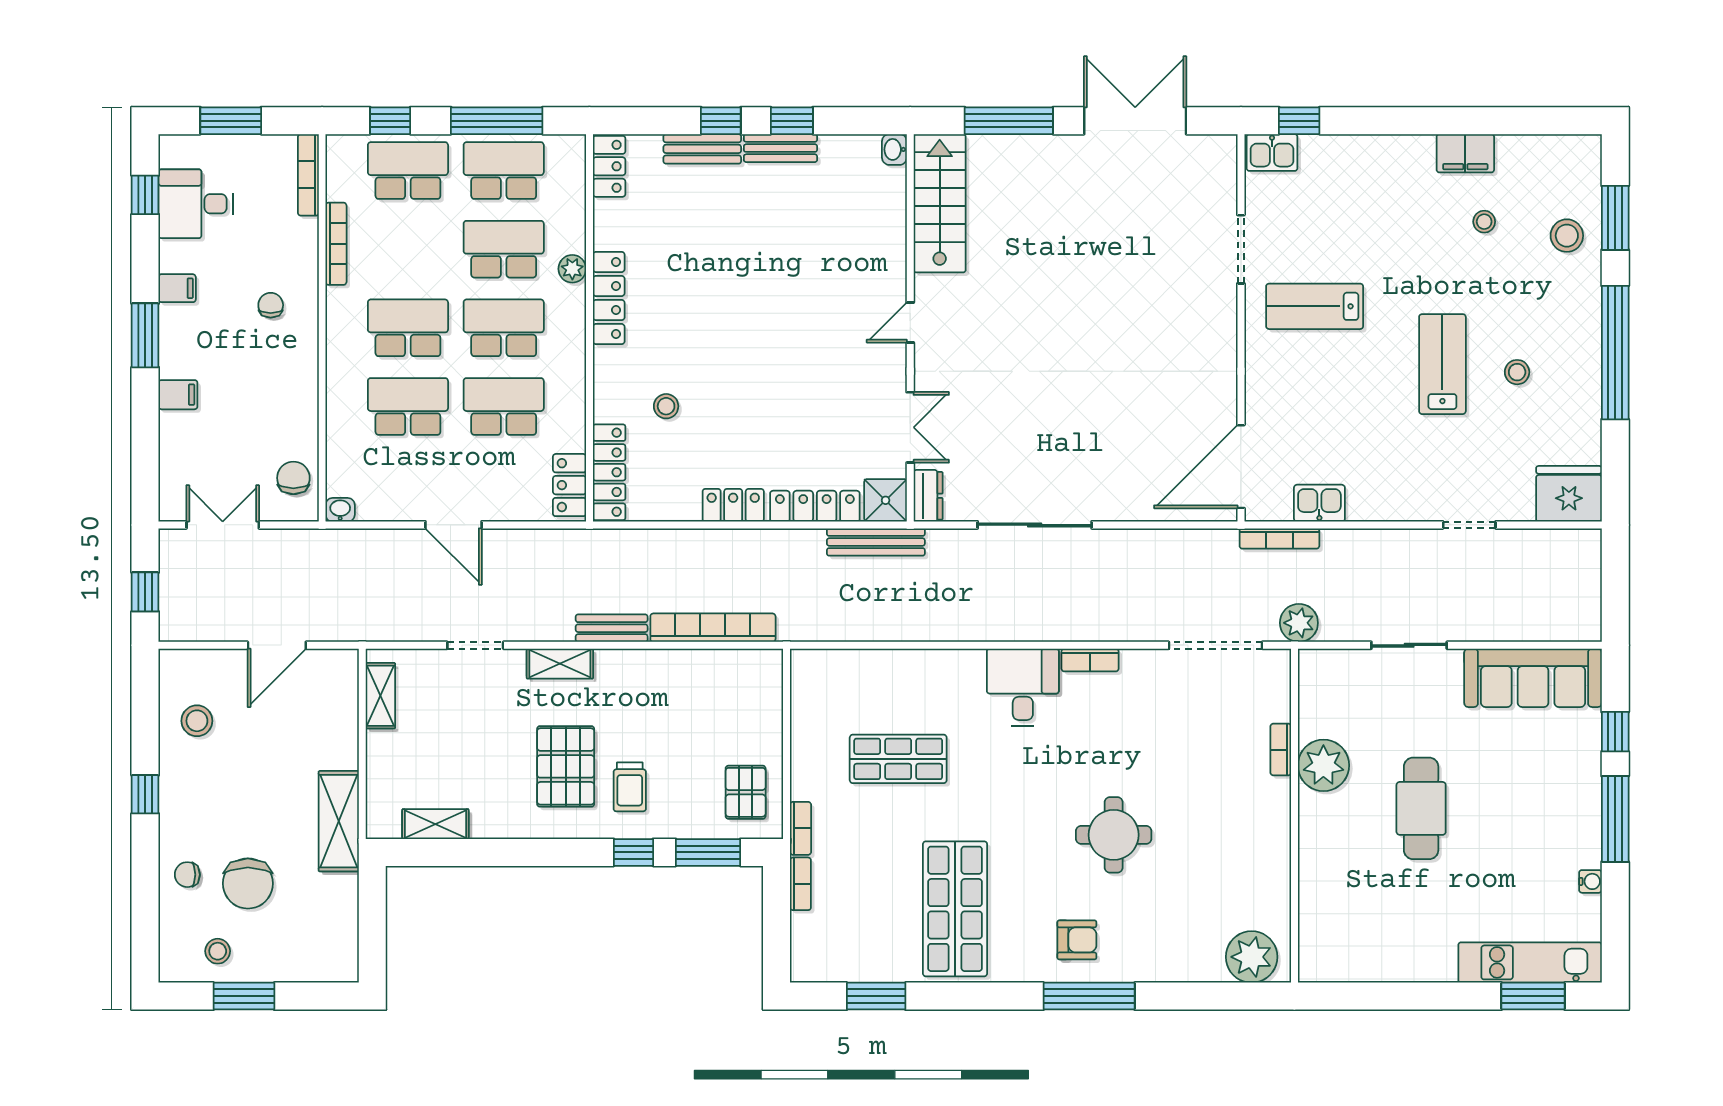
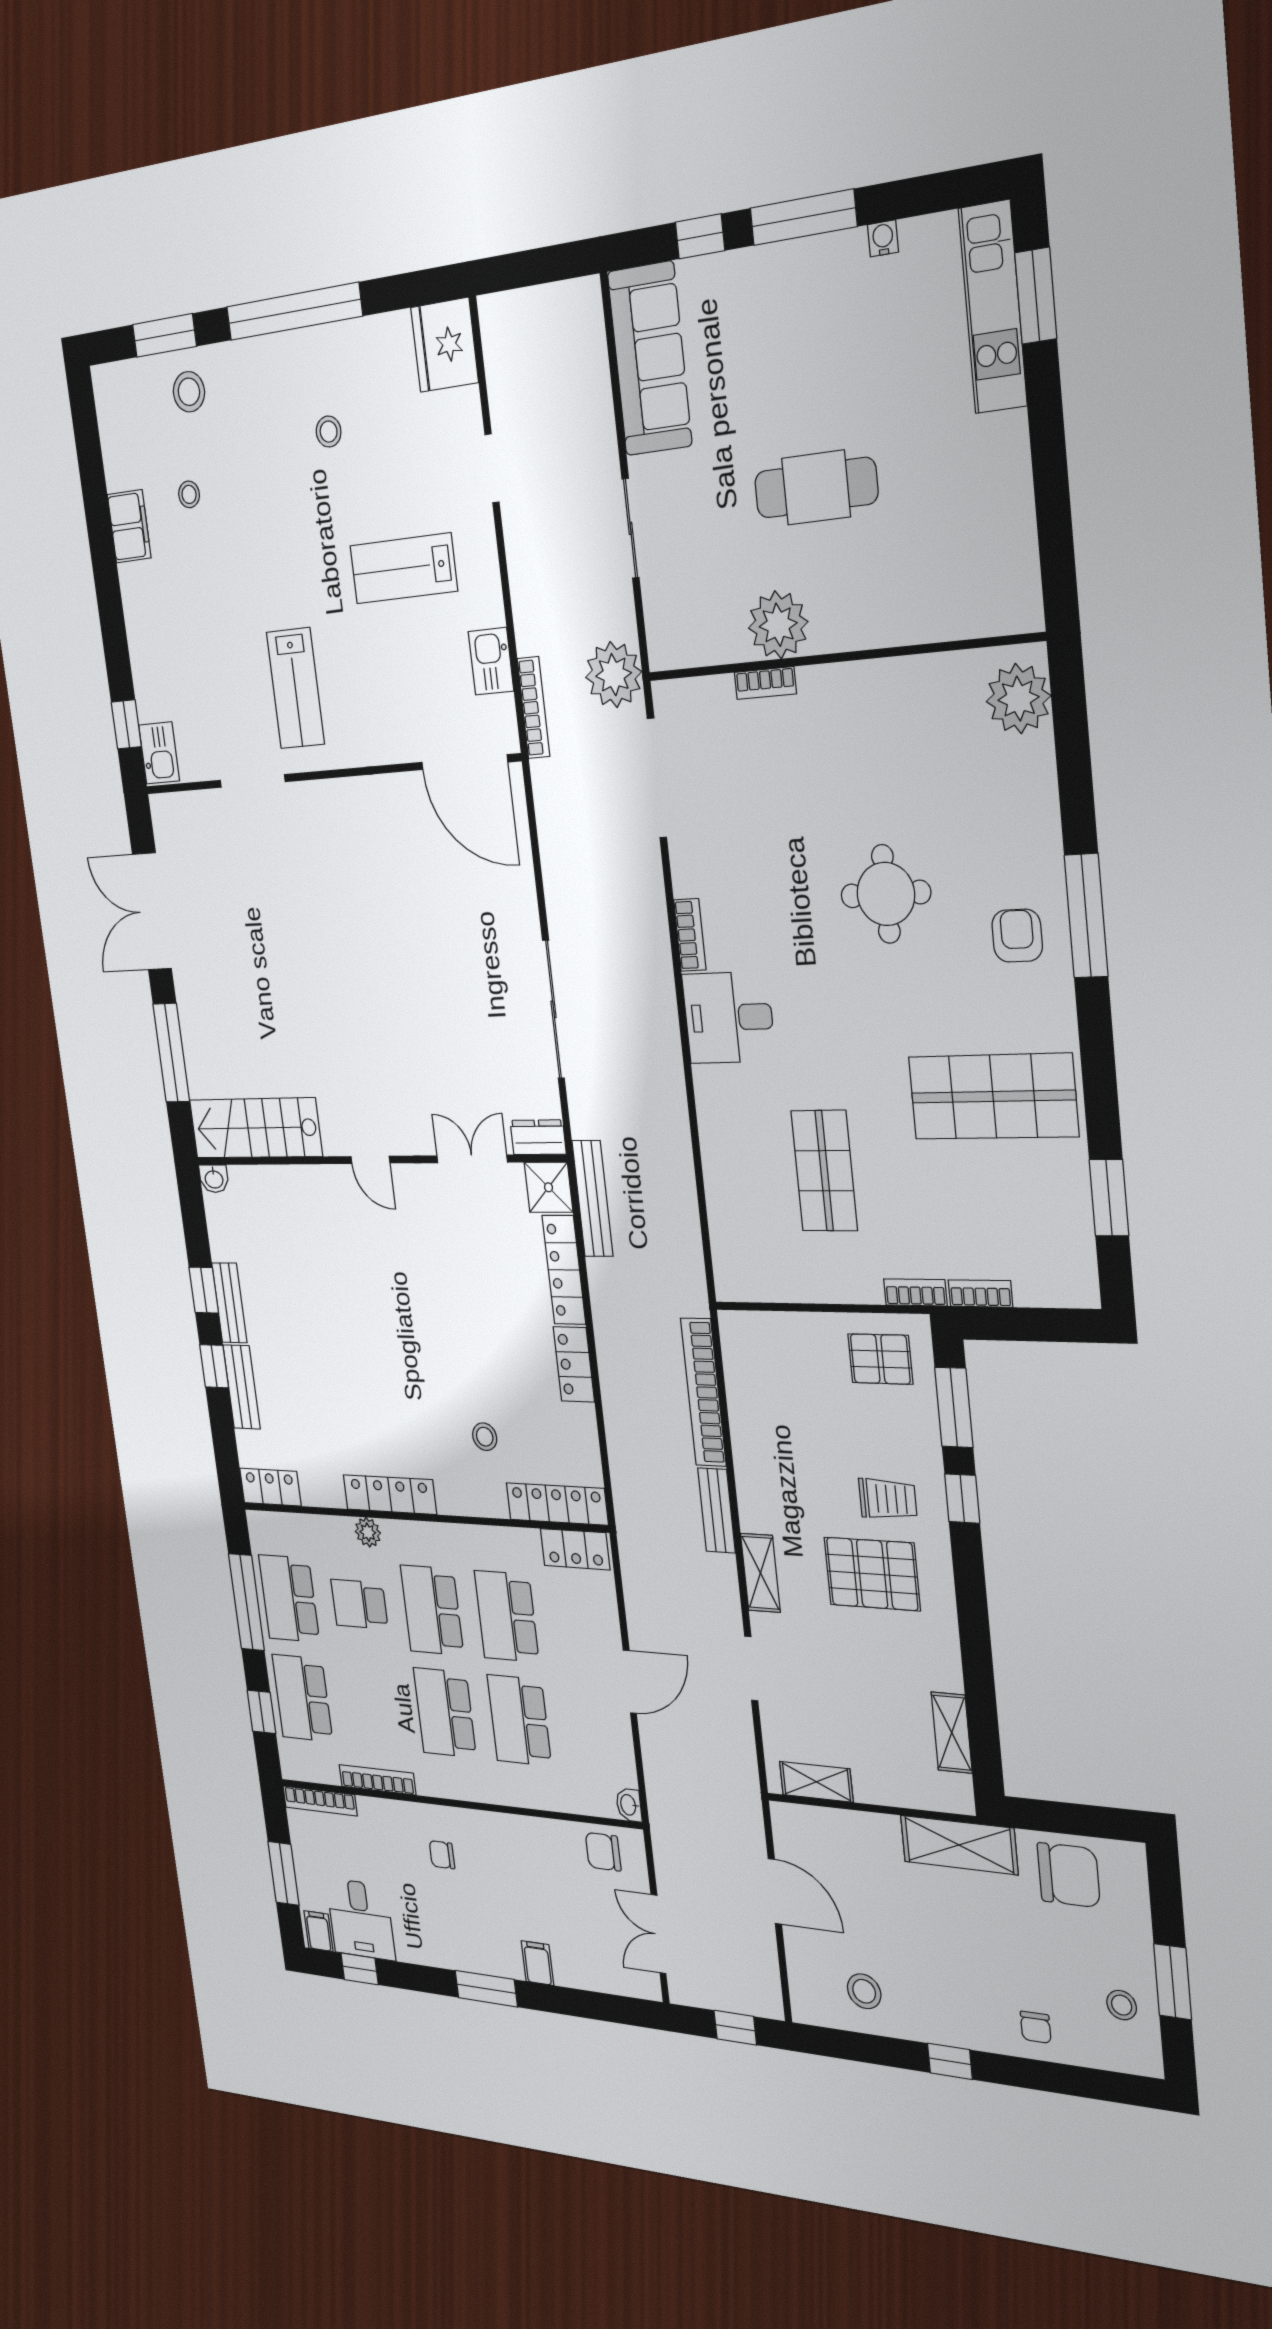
school desk: (504, 249) -> (359, 1604), width x0.54
filing cabinet: (177, 288) -> (318, 1931), moved
lab bench: (1442, 364) -> (404, 568), moved
plant: (1299, 623) -> (614, 675), width x1.36, depth x1.36
chair: (248, 883) -> (1069, 1875), moved

